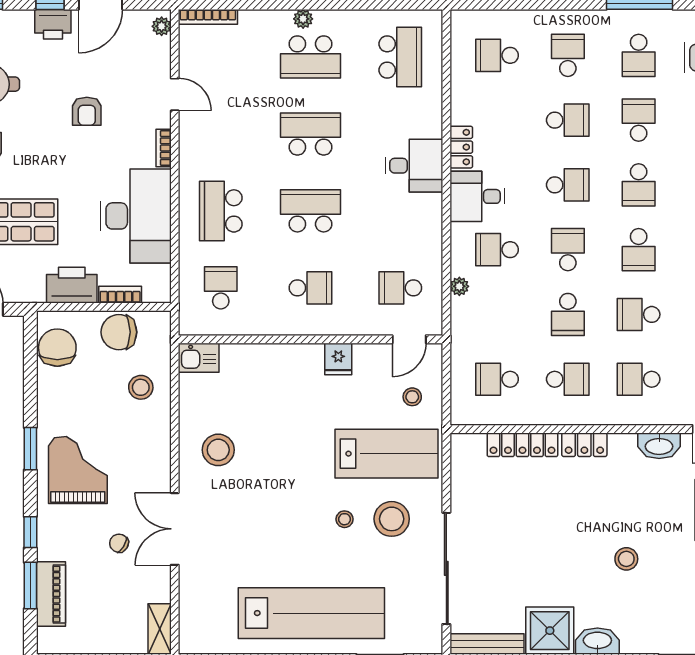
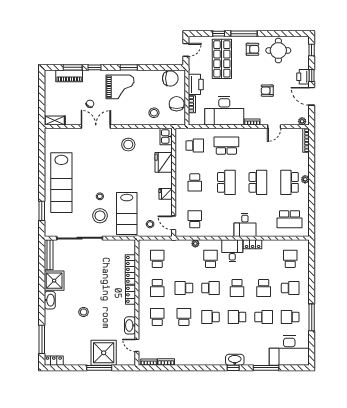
fridge: (262, 364) -> (164, 162), added

